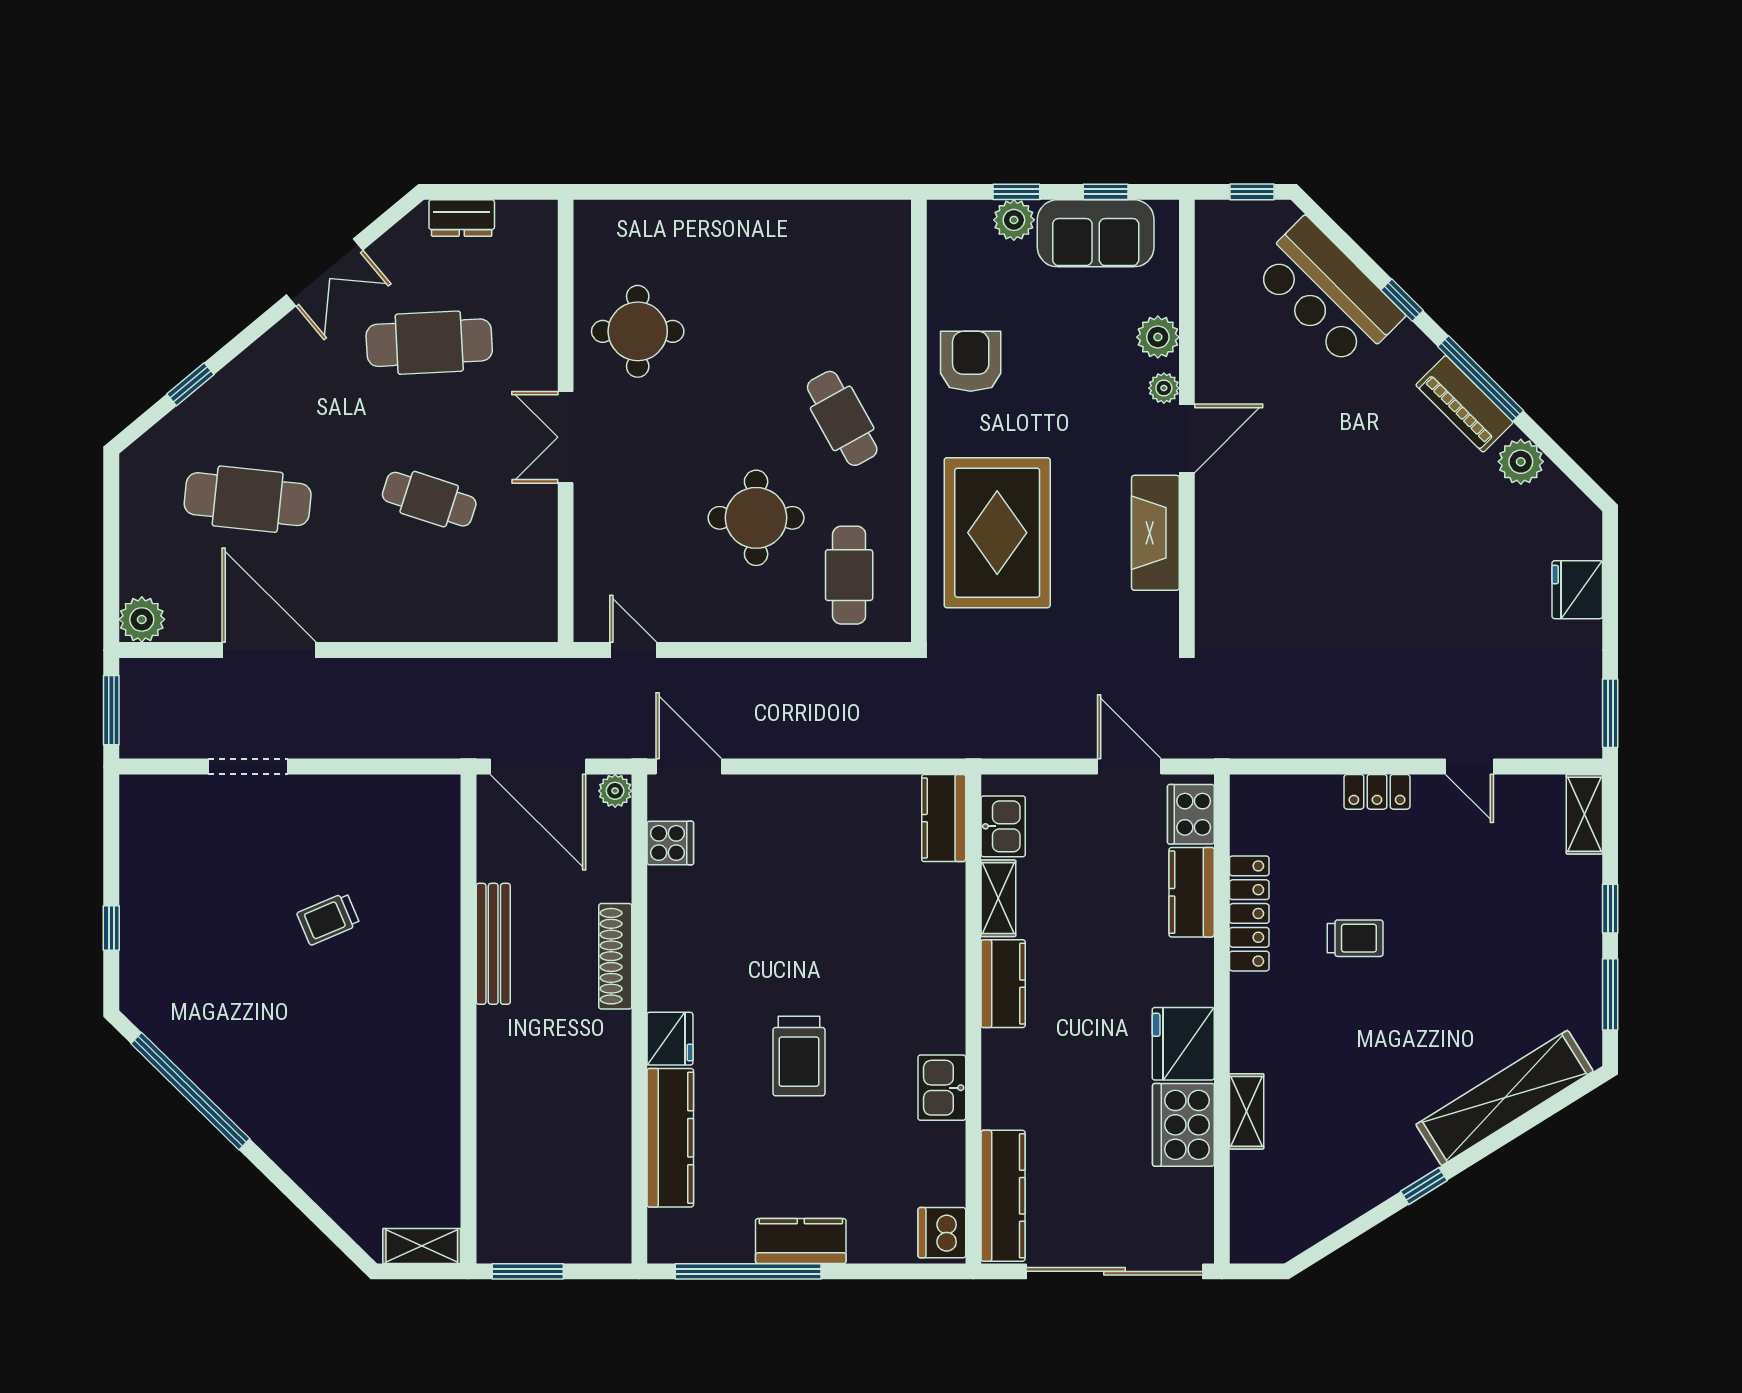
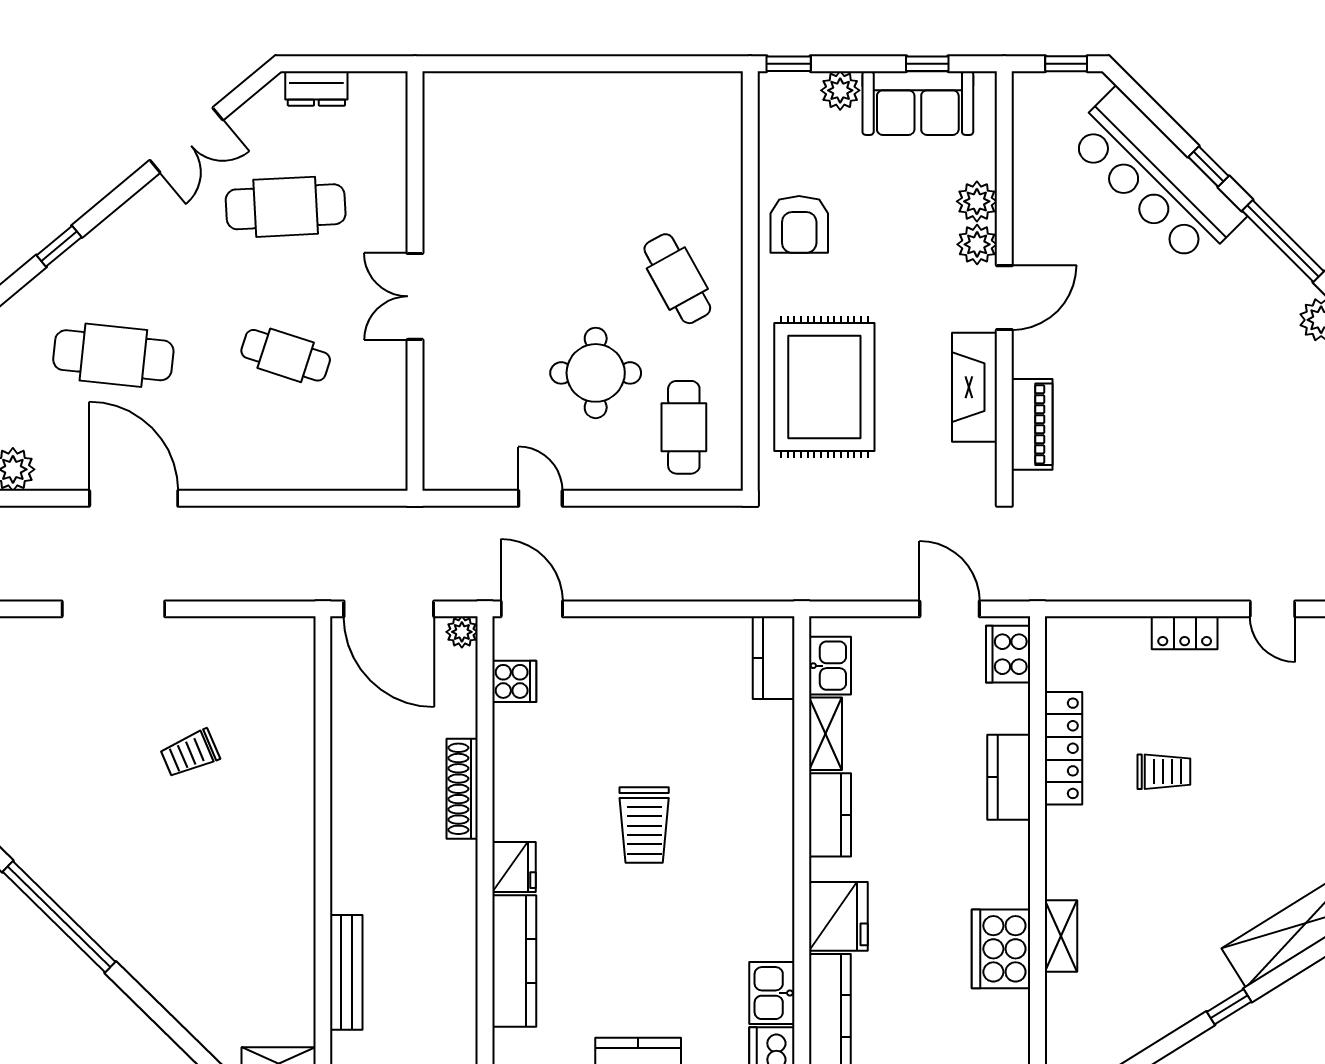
window: (1016, 192) -> (789, 64), moved
bar counter: (1328, 293) -> (1155, 177), width x1.36
round table: (638, 331) -> (483, 196), removed
armchair: (971, 361) -> (799, 224), turned 180
plant: (1164, 388) -> (977, 244), width x1.38, depth x1.38
piano: (1464, 404) -> (1032, 424), moved, turned -135
door: (633, 650) -> (540, 498), moved
doorway: (248, 767) -> (113, 609), width x1.36
kitchen counter: (1192, 892) -> (1009, 777), moved
bench: (493, 944) -> (346, 972), moved
fridge: (1183, 1044) -> (838, 916), moved, turned 180
trolley: (799, 1056) -> (644, 825), moved
kitchen sink: (942, 1088) -> (772, 993), moved

